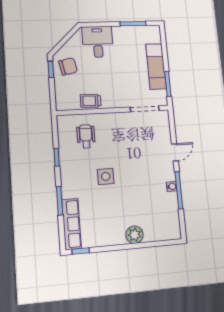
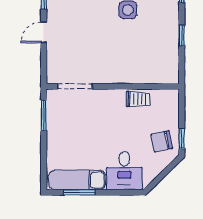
exam couch: (156, 66) -> (77, 180), moved, turned -90
wheelchair: (86, 136) -> (147, 58), removed

